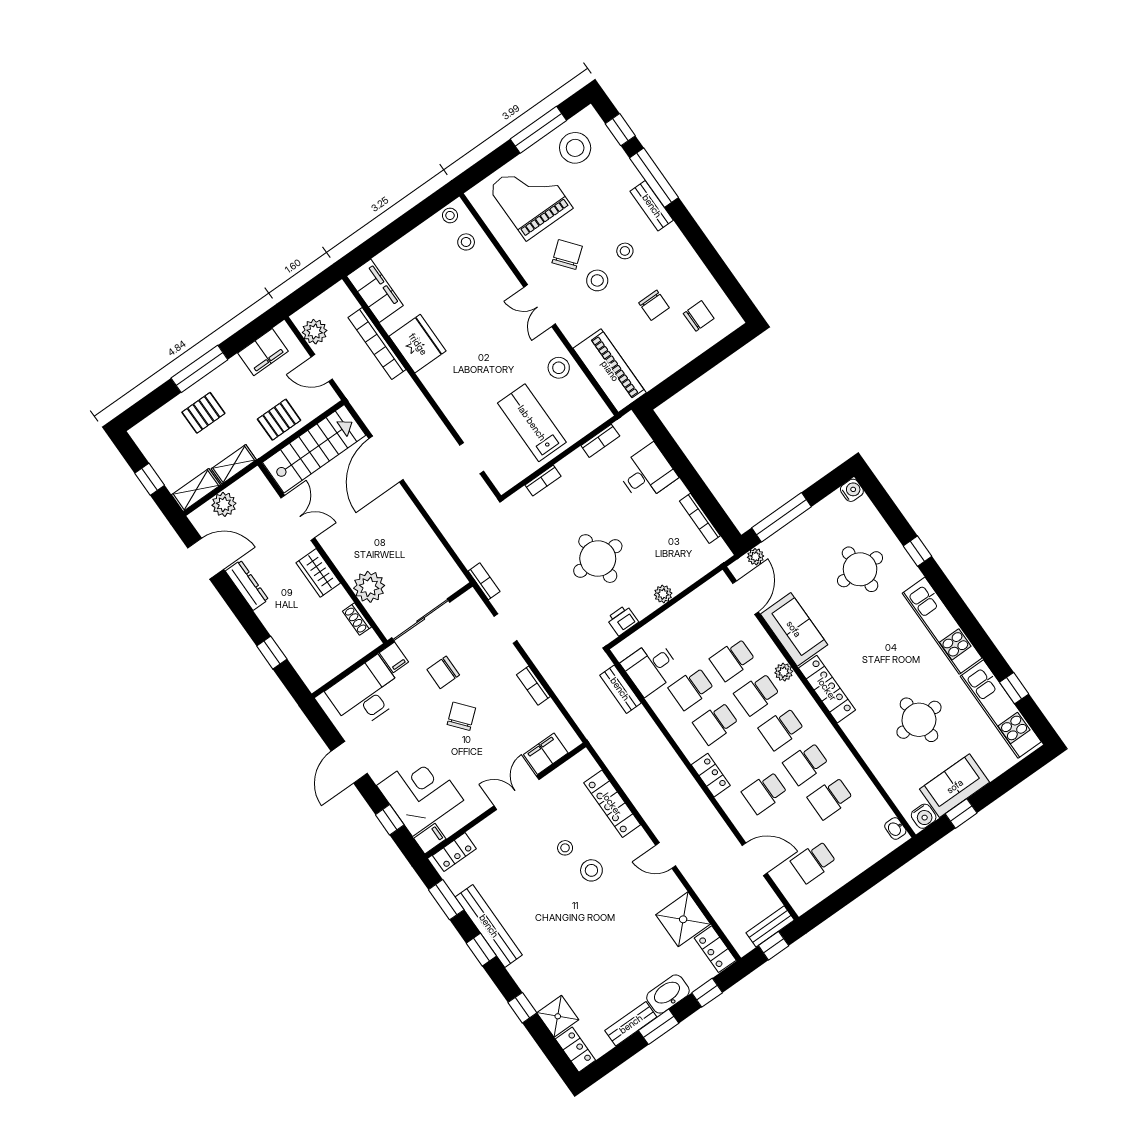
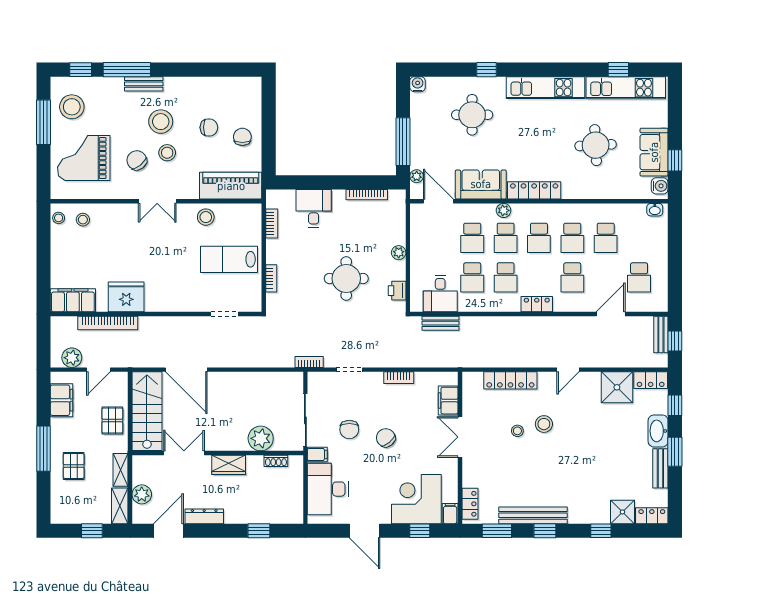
stool: (625, 251) -> (161, 122), width x1.89, depth x1.89
chair: (699, 316) -> (242, 137), moved

